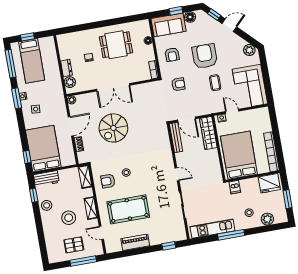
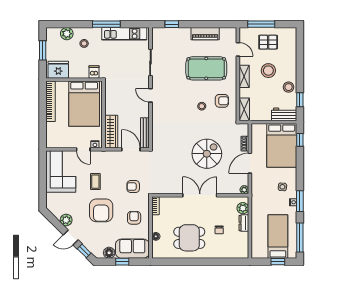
plant: (249, 50) -> (66, 220), moved

